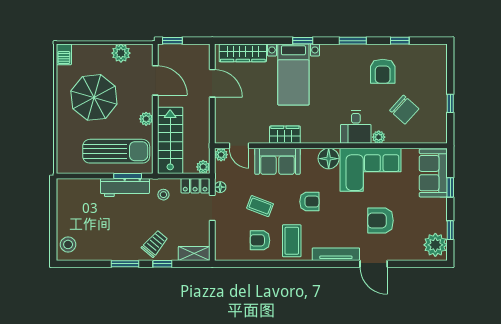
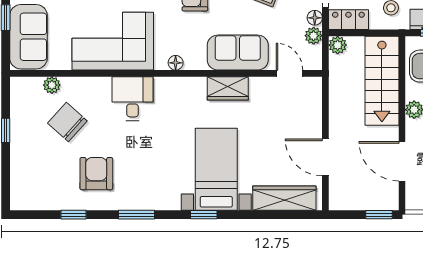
plant: (379, 137) -> (52, 85), moved
plant: (221, 155) -> (314, 36), moved
floor lamp: (329, 159) -> (176, 63), width x0.53, depth x0.53

